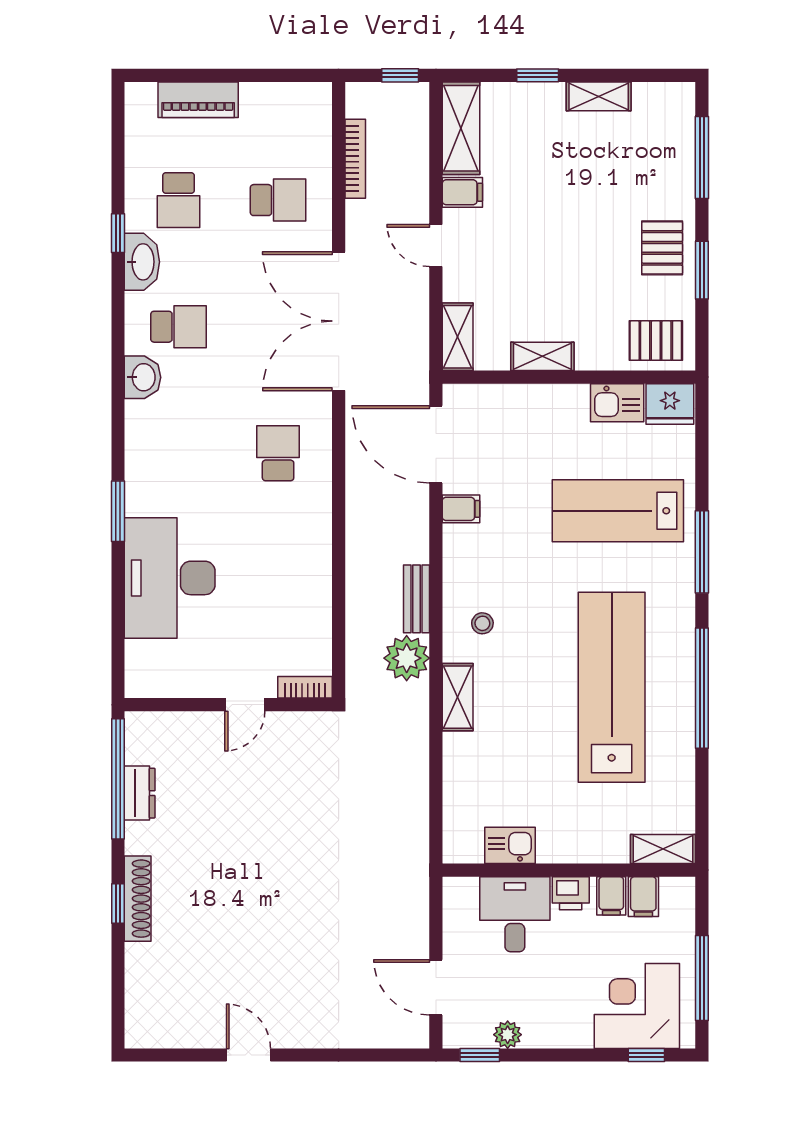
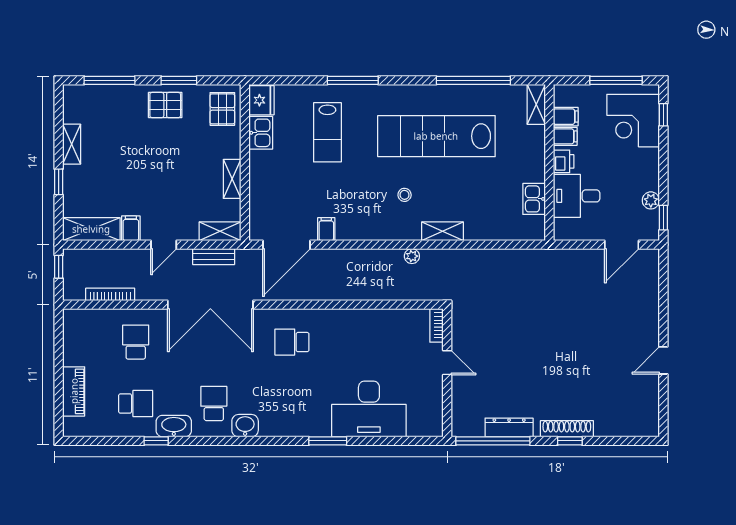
lab bench: (618, 511) -> (327, 132), width x0.73, depth x0.72
bench: (416, 599) -> (214, 257), moved
stool: (482, 623) -> (405, 195), moved
plant: (407, 658) -> (412, 256), width x0.53, depth x0.53
window: (702, 688) -> (473, 80), moved
dresser: (140, 793) -> (509, 427), width x1.44

